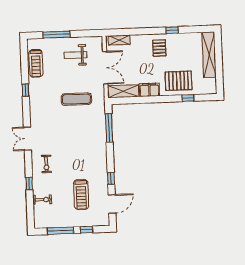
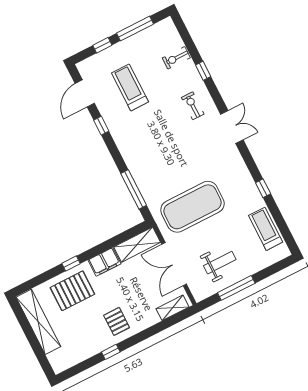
window: (56, 35) -> (236, 288), moved
shelving: (209, 55) -> (38, 322), moved
window: (188, 98) -> (71, 264), moved
exercise mat: (76, 99) -> (192, 207), width x2.00, depth x1.45

